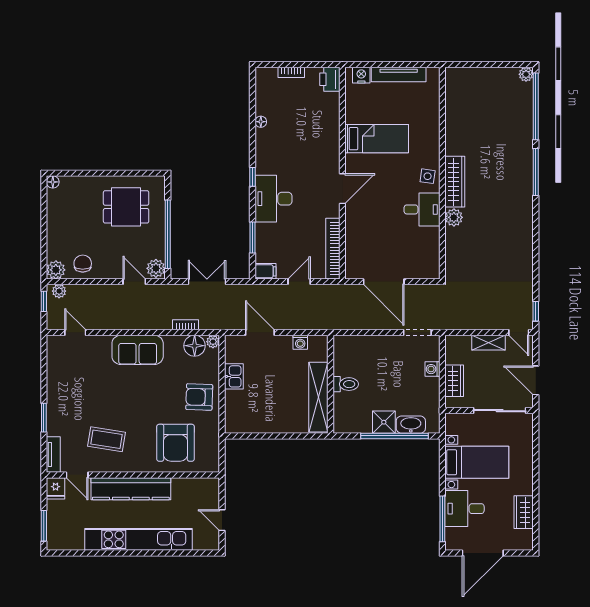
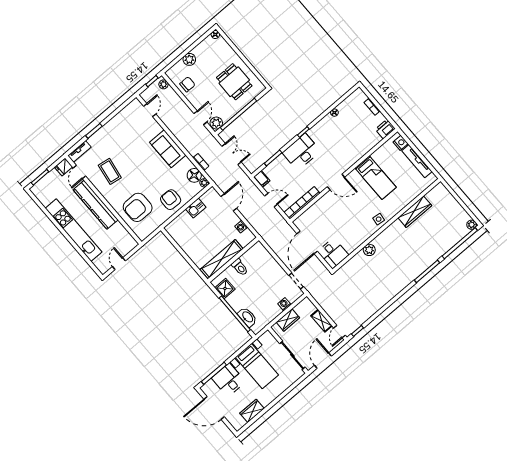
wardrobe: (455, 182) -> (415, 212), moved
desk: (422, 209) -> (333, 253), moved
plant: (56, 270) -> (189, 59), moved
shower: (384, 422) -> (225, 288), moved

